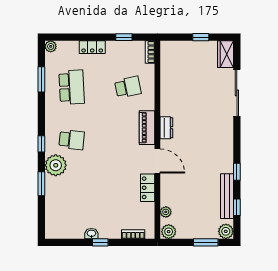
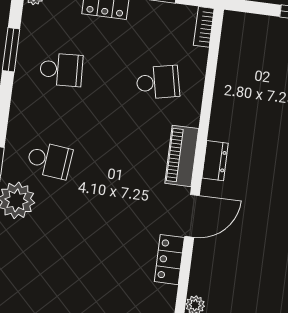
school desk: (72, 87) -> (61, 70), width x0.54
door: (157, 161) -> (192, 216), hinge flipped

